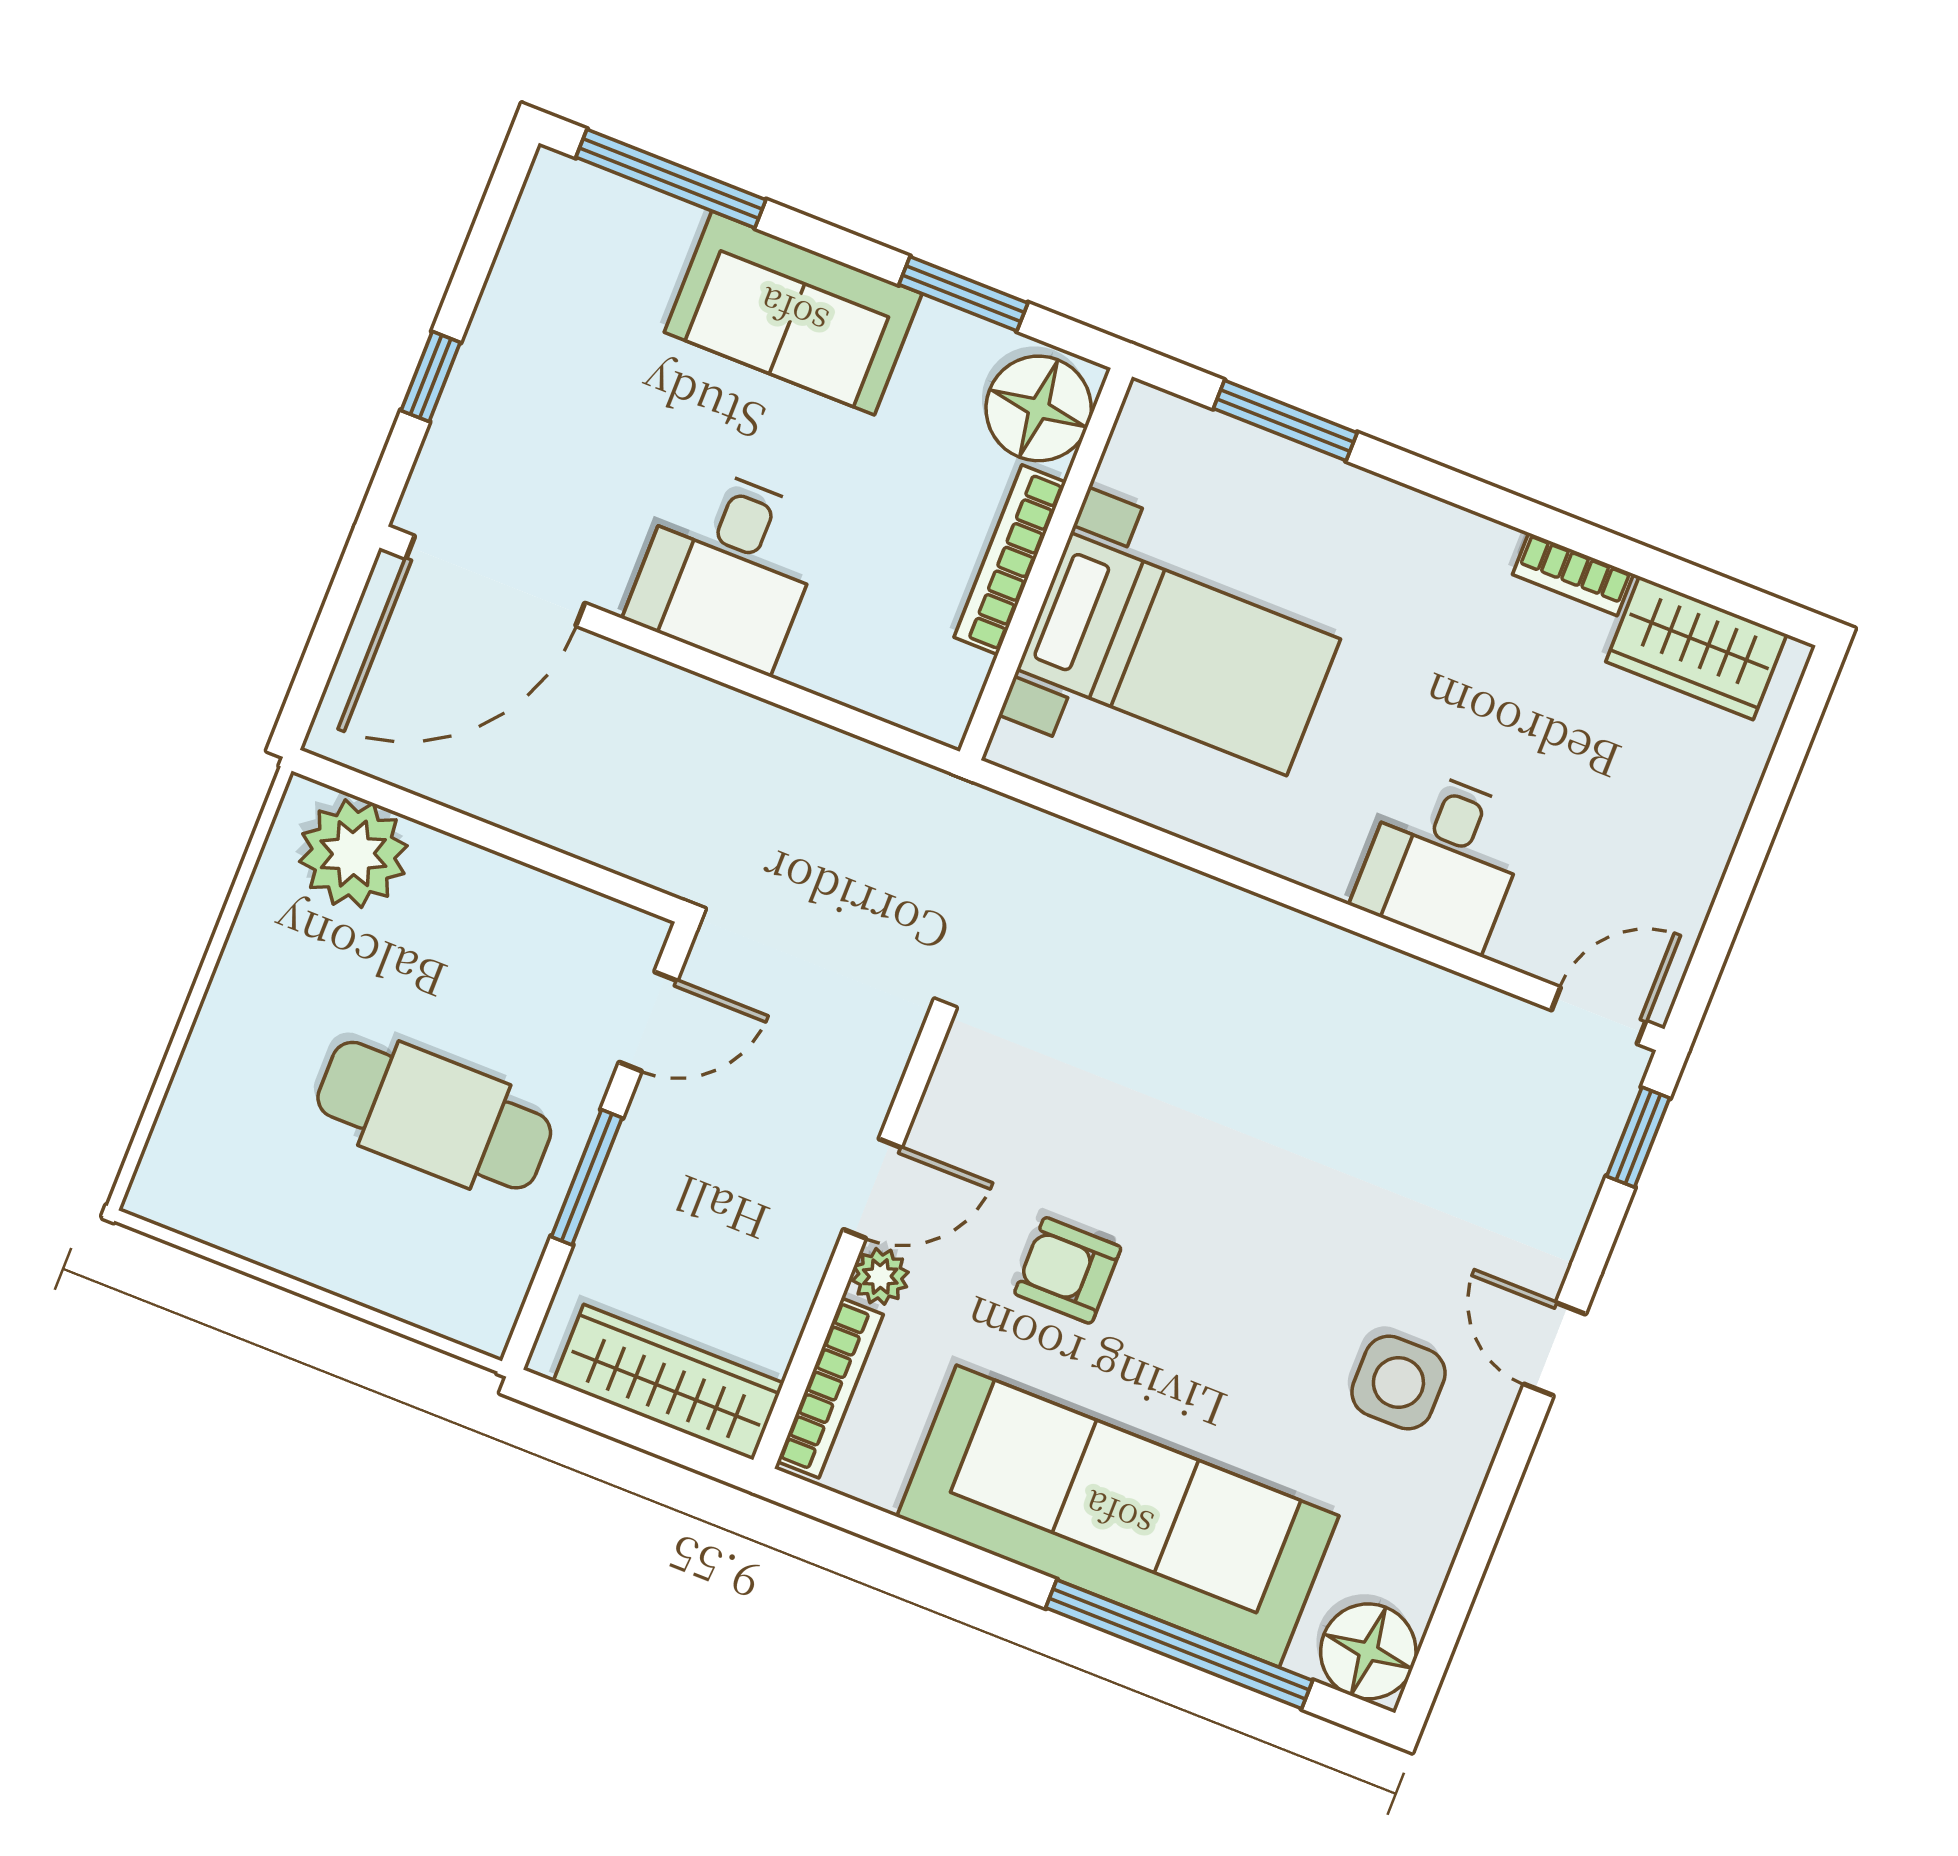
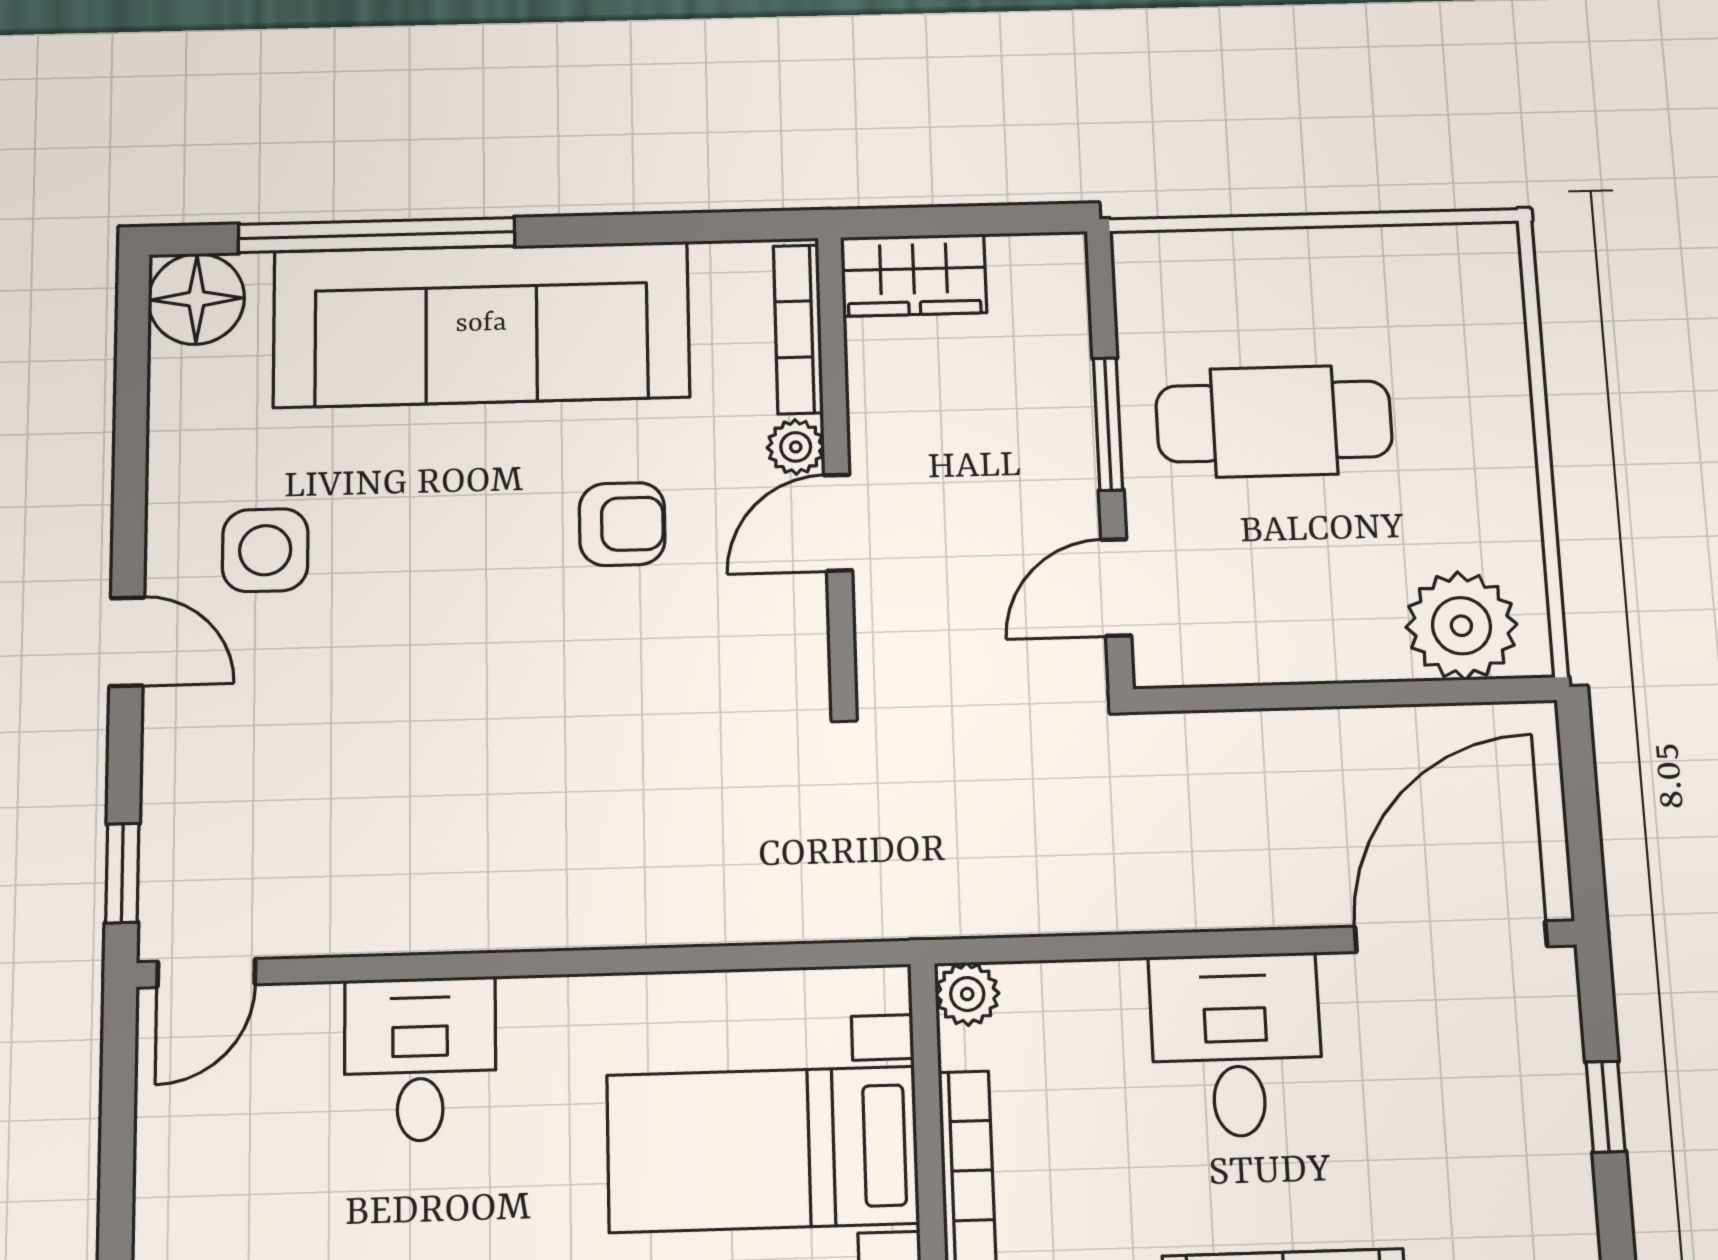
plant: (943, 713) -> (967, 994), added
wardrobe: (668, 1382) -> (914, 275), width x0.67

